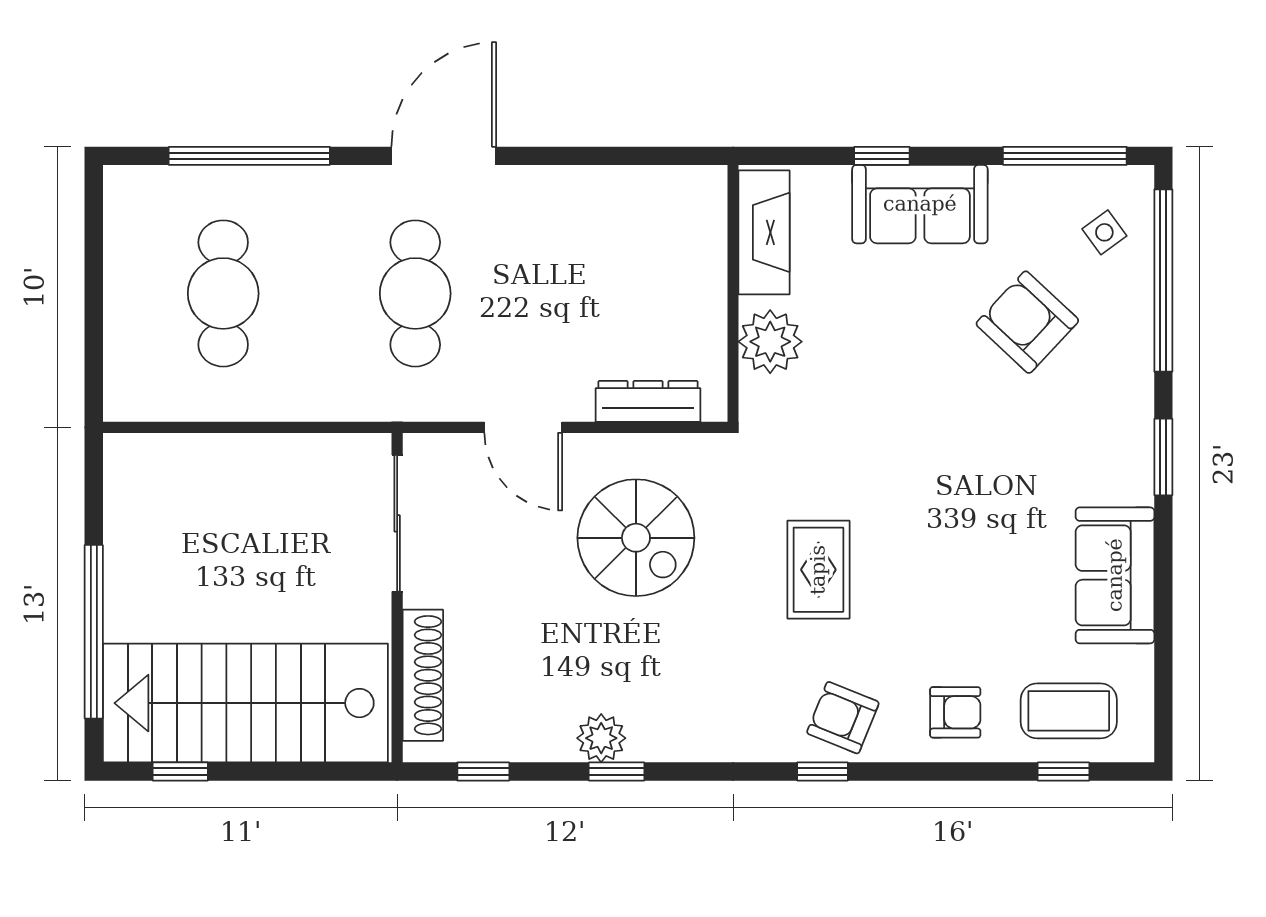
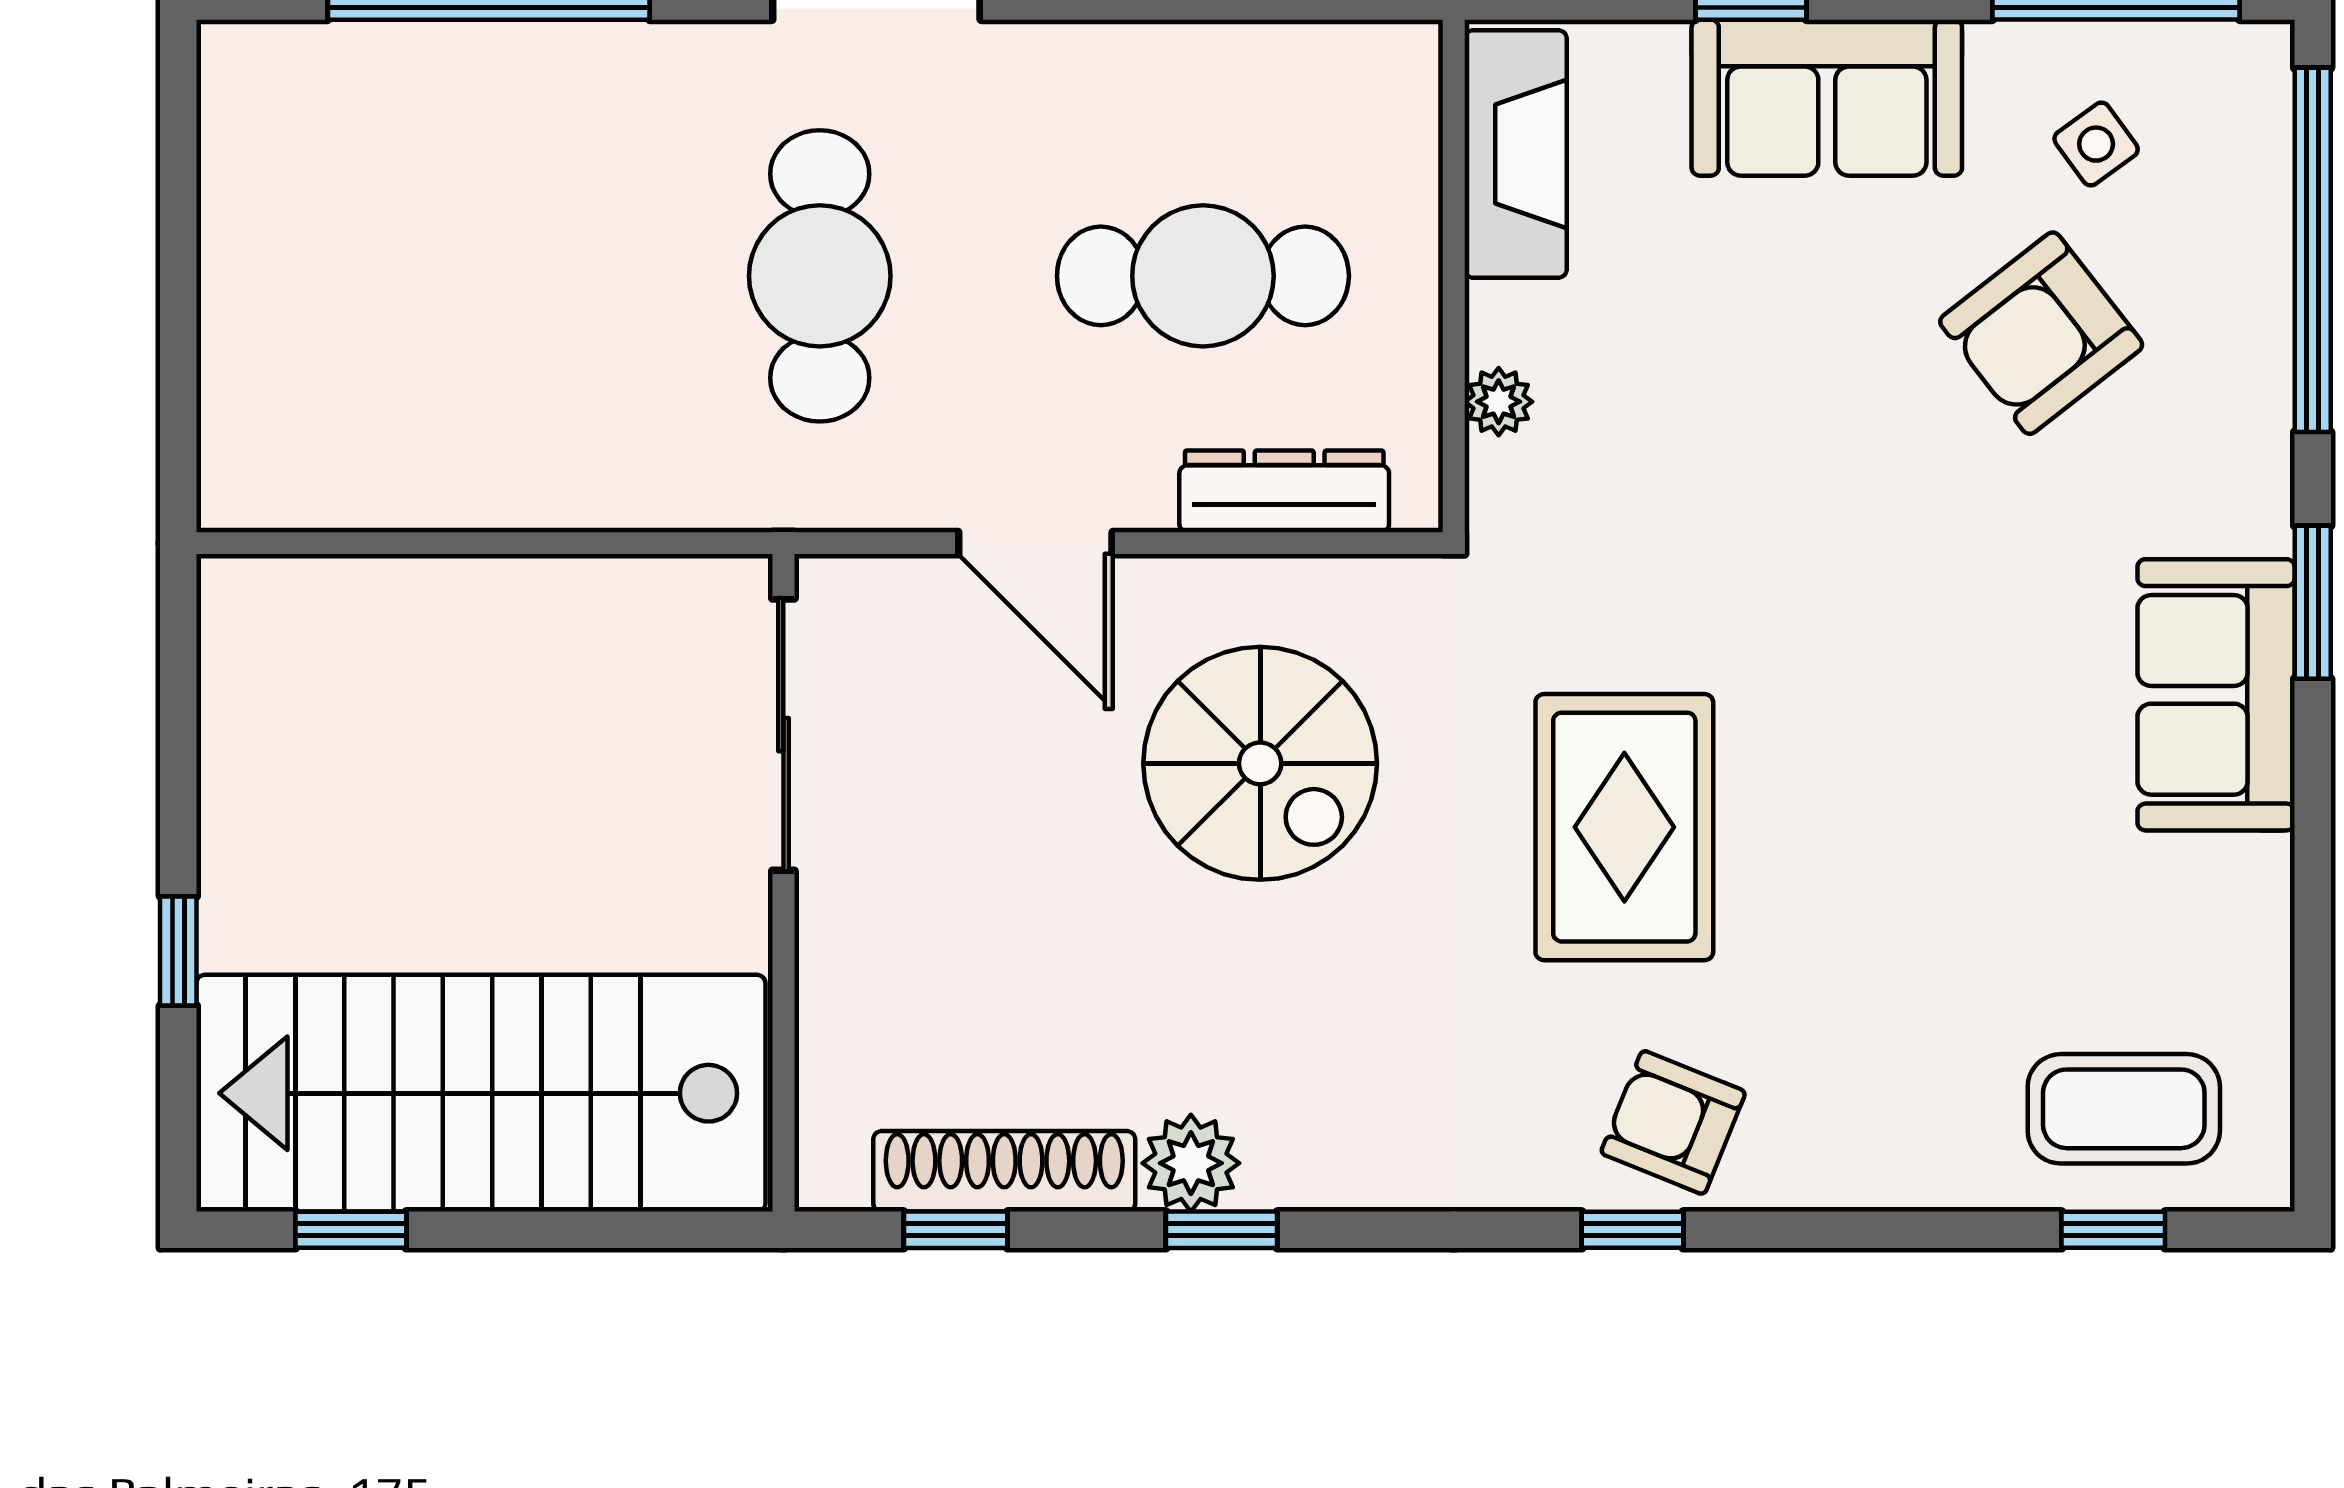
side table: (1104, 232) -> (2096, 144), moved
cafe table: (223, 293) -> (1203, 276), moved, turned 90
armchair: (1027, 322) -> (2041, 333), turned -81
plant: (770, 342) -> (1499, 402), width x0.53, depth x0.53
rug: (818, 570) -> (1624, 827), width x1.36, depth x1.43
sofa: (1115, 575) -> (2216, 695), moved
window: (94, 632) -> (178, 951), width x0.32
shoe rack: (423, 675) -> (1004, 1171), moved, turned -90
armchair: (955, 712) -> (1897, 1112), removed

